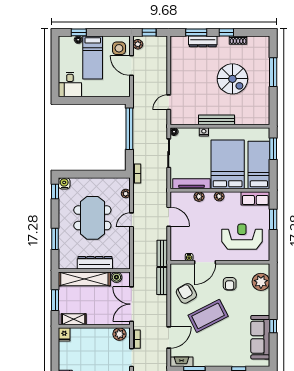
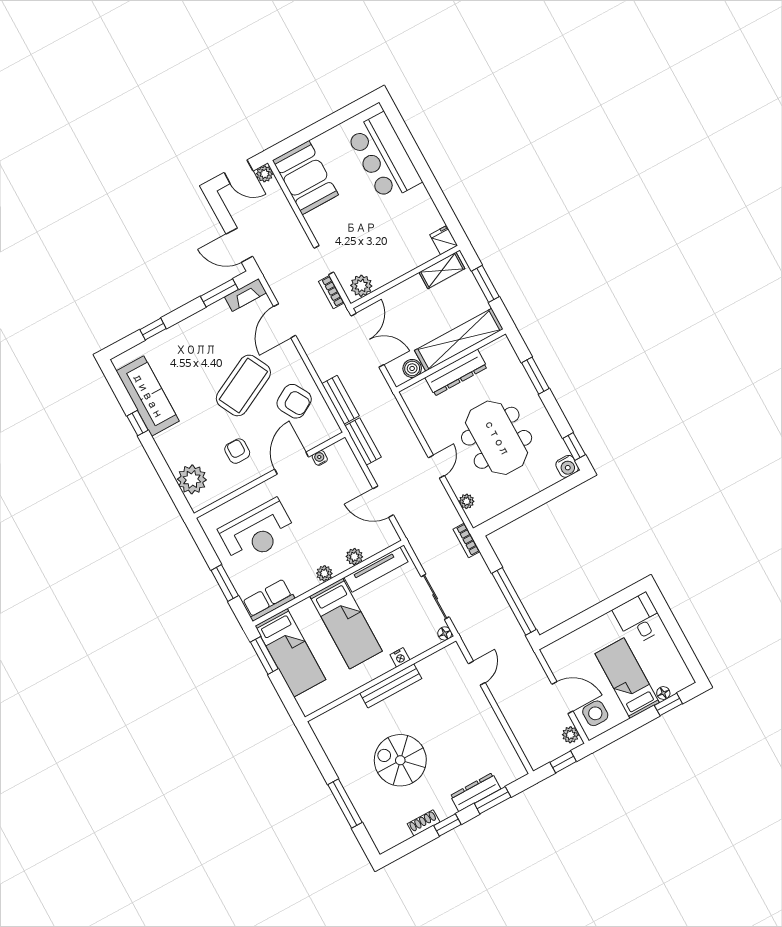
window: (273, 149) -> (264, 655), moved
bed: (228, 164) -> (346, 624), width x0.67

